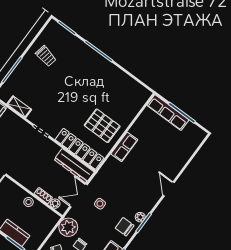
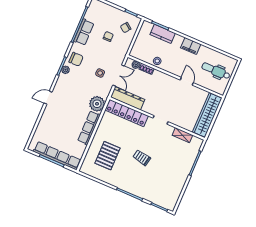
trolley: (46, 56) -> (142, 158), moved
row of seats: (168, 113) -> (57, 156), width x1.36
pallet: (102, 126) -> (108, 156), moved, turned 90
row of seats: (124, 147) -> (89, 128), width x1.48
door: (169, 189) -> (48, 98), swing flipped
plant: (68, 227) -> (97, 104), moved

